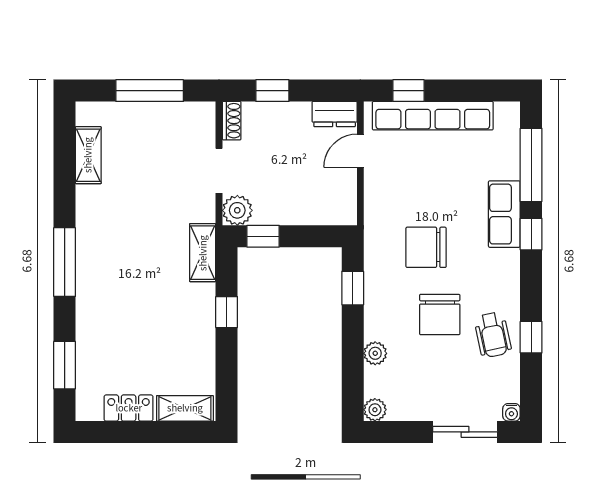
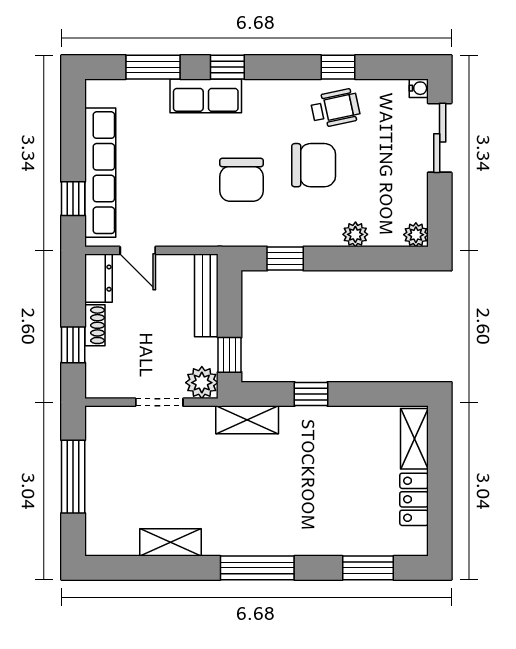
shoe rack: (232, 121) -> (95, 325), moved, turned 90
shelving: (88, 155) -> (171, 542), moved
window: (531, 165) -> (153, 67), width x0.69
bench: (318, 215) -> (206, 295), added

